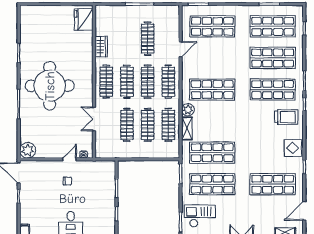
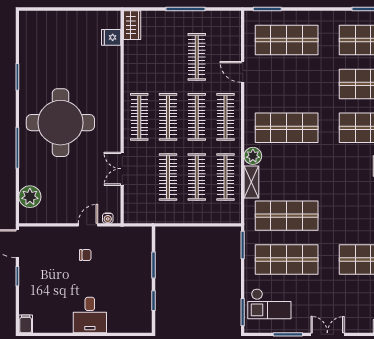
fridge: (84, 19) -> (111, 37), width x0.53, depth x0.75
wardrobe: (101, 47) -> (132, 25), moved
door: (181, 49) -> (243, 72), swing flipped
plant: (28, 150) -> (30, 197), moved
checkout: (200, 216) -> (269, 304), turned 180

